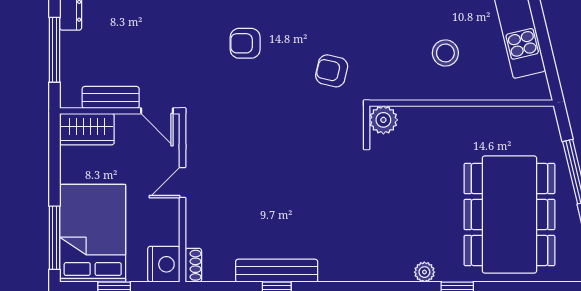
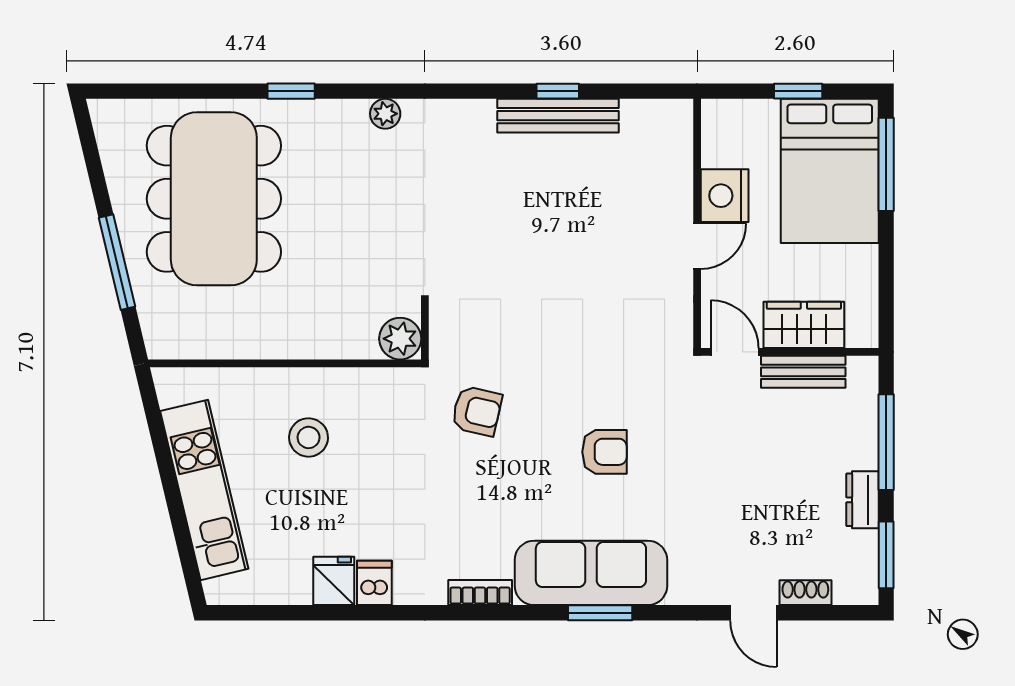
wardrobe: (87, 129) -> (804, 325), moved
nightstand: (164, 264) -> (725, 196), moved
shoe rack: (193, 265) -> (681, 124), removed
plant: (424, 272) -> (385, 114), moved

